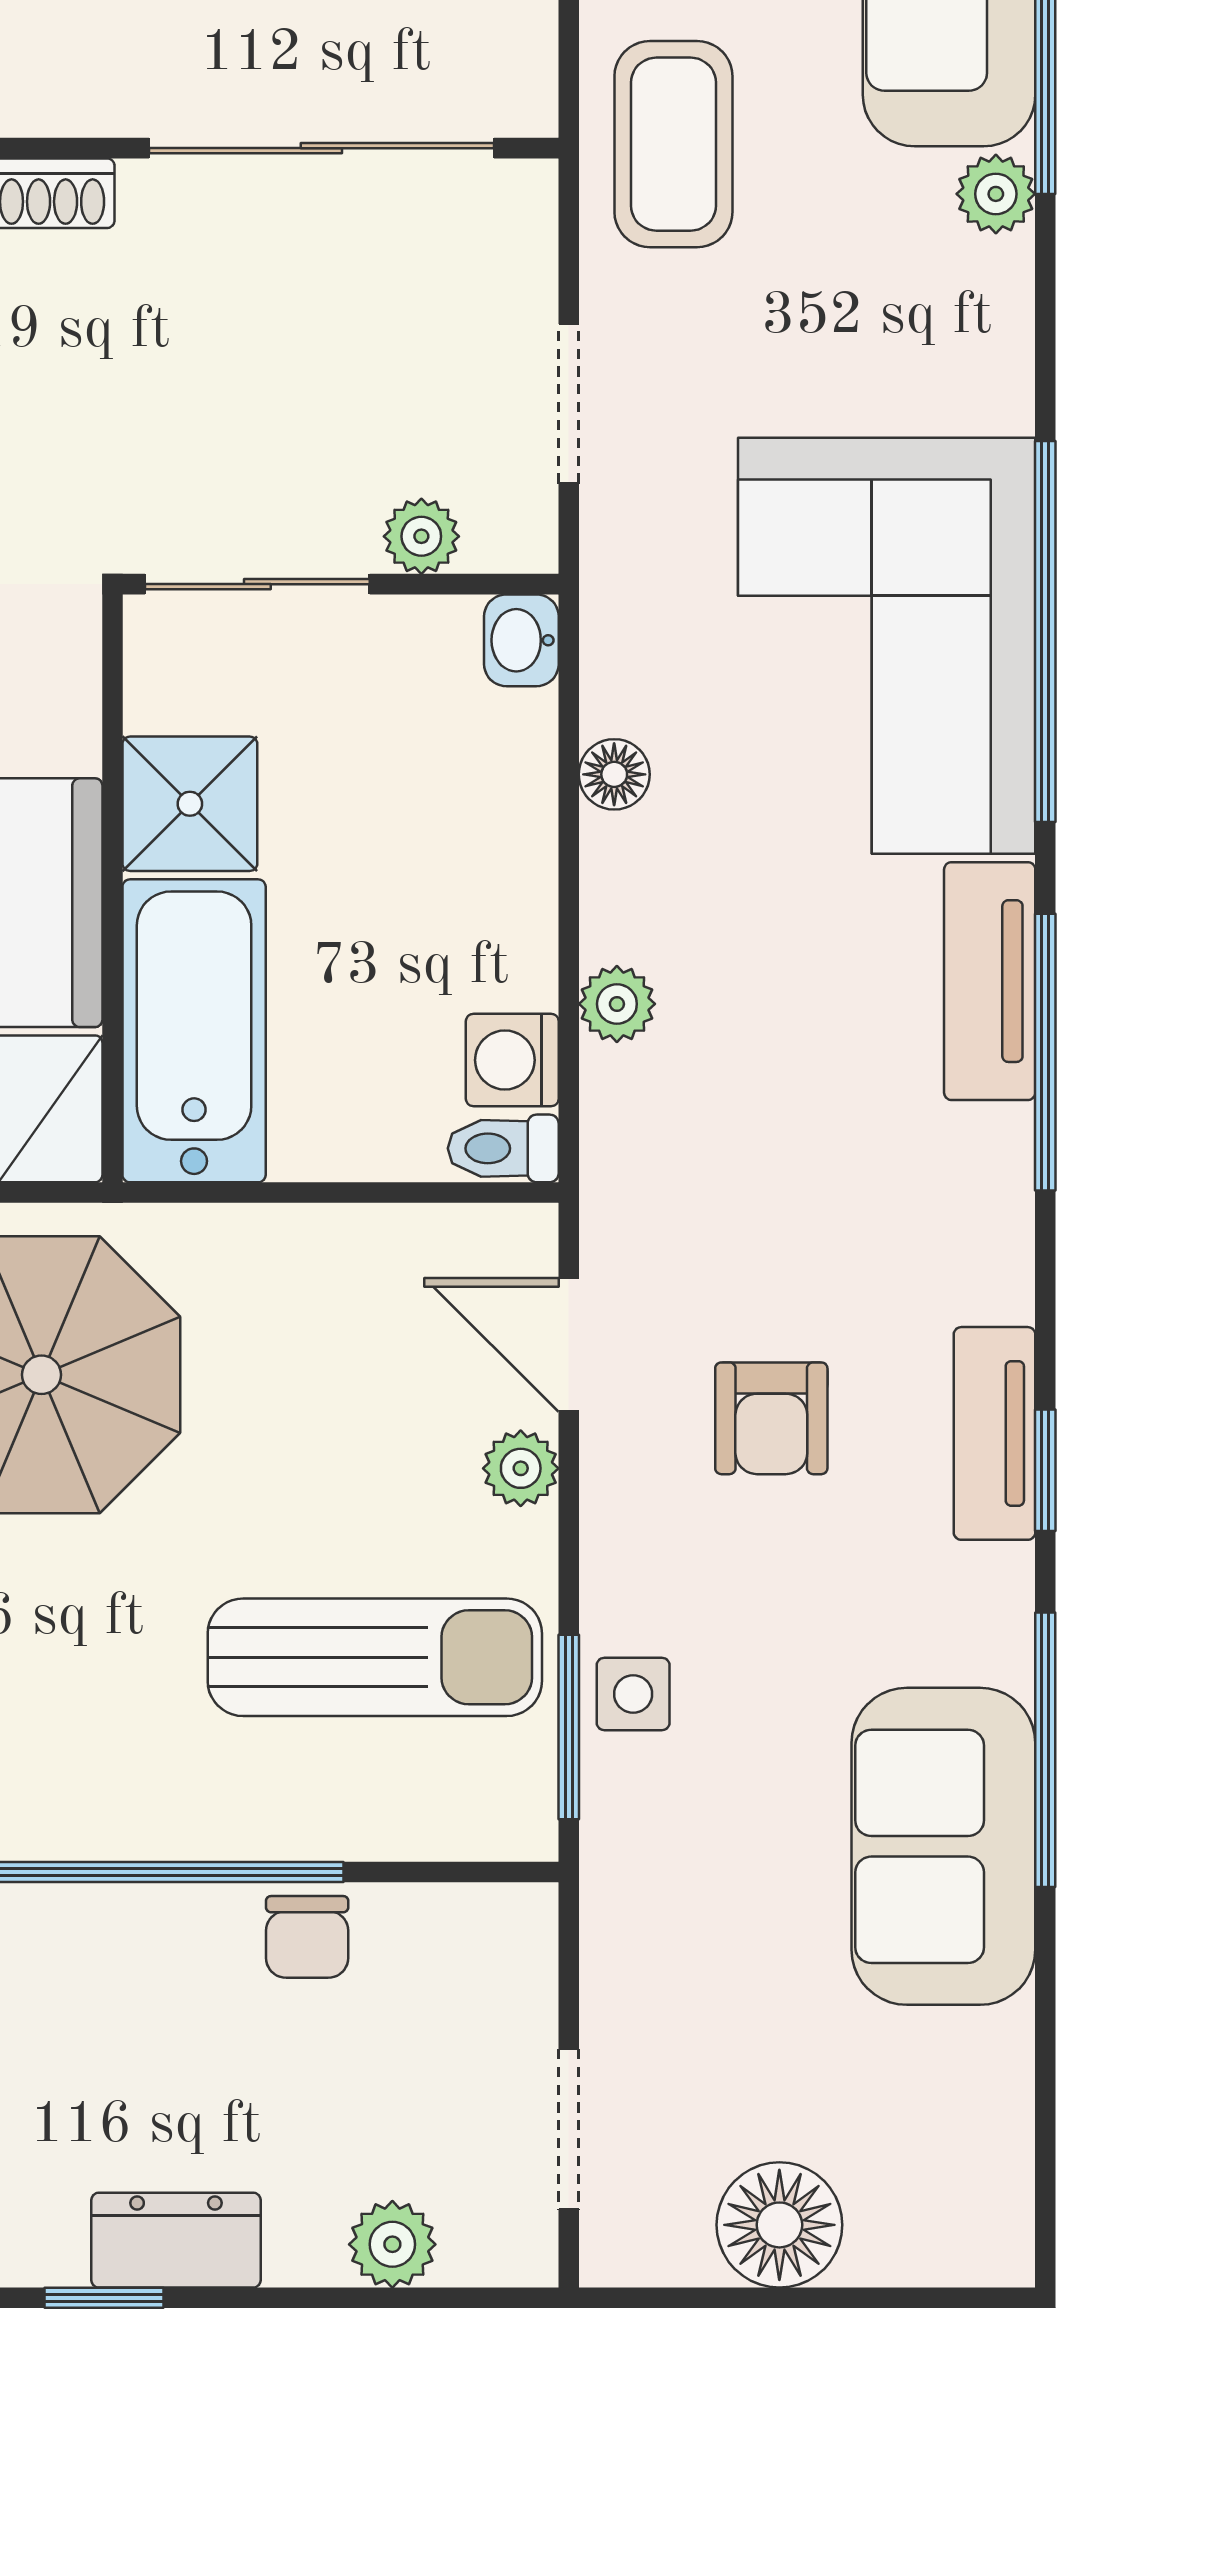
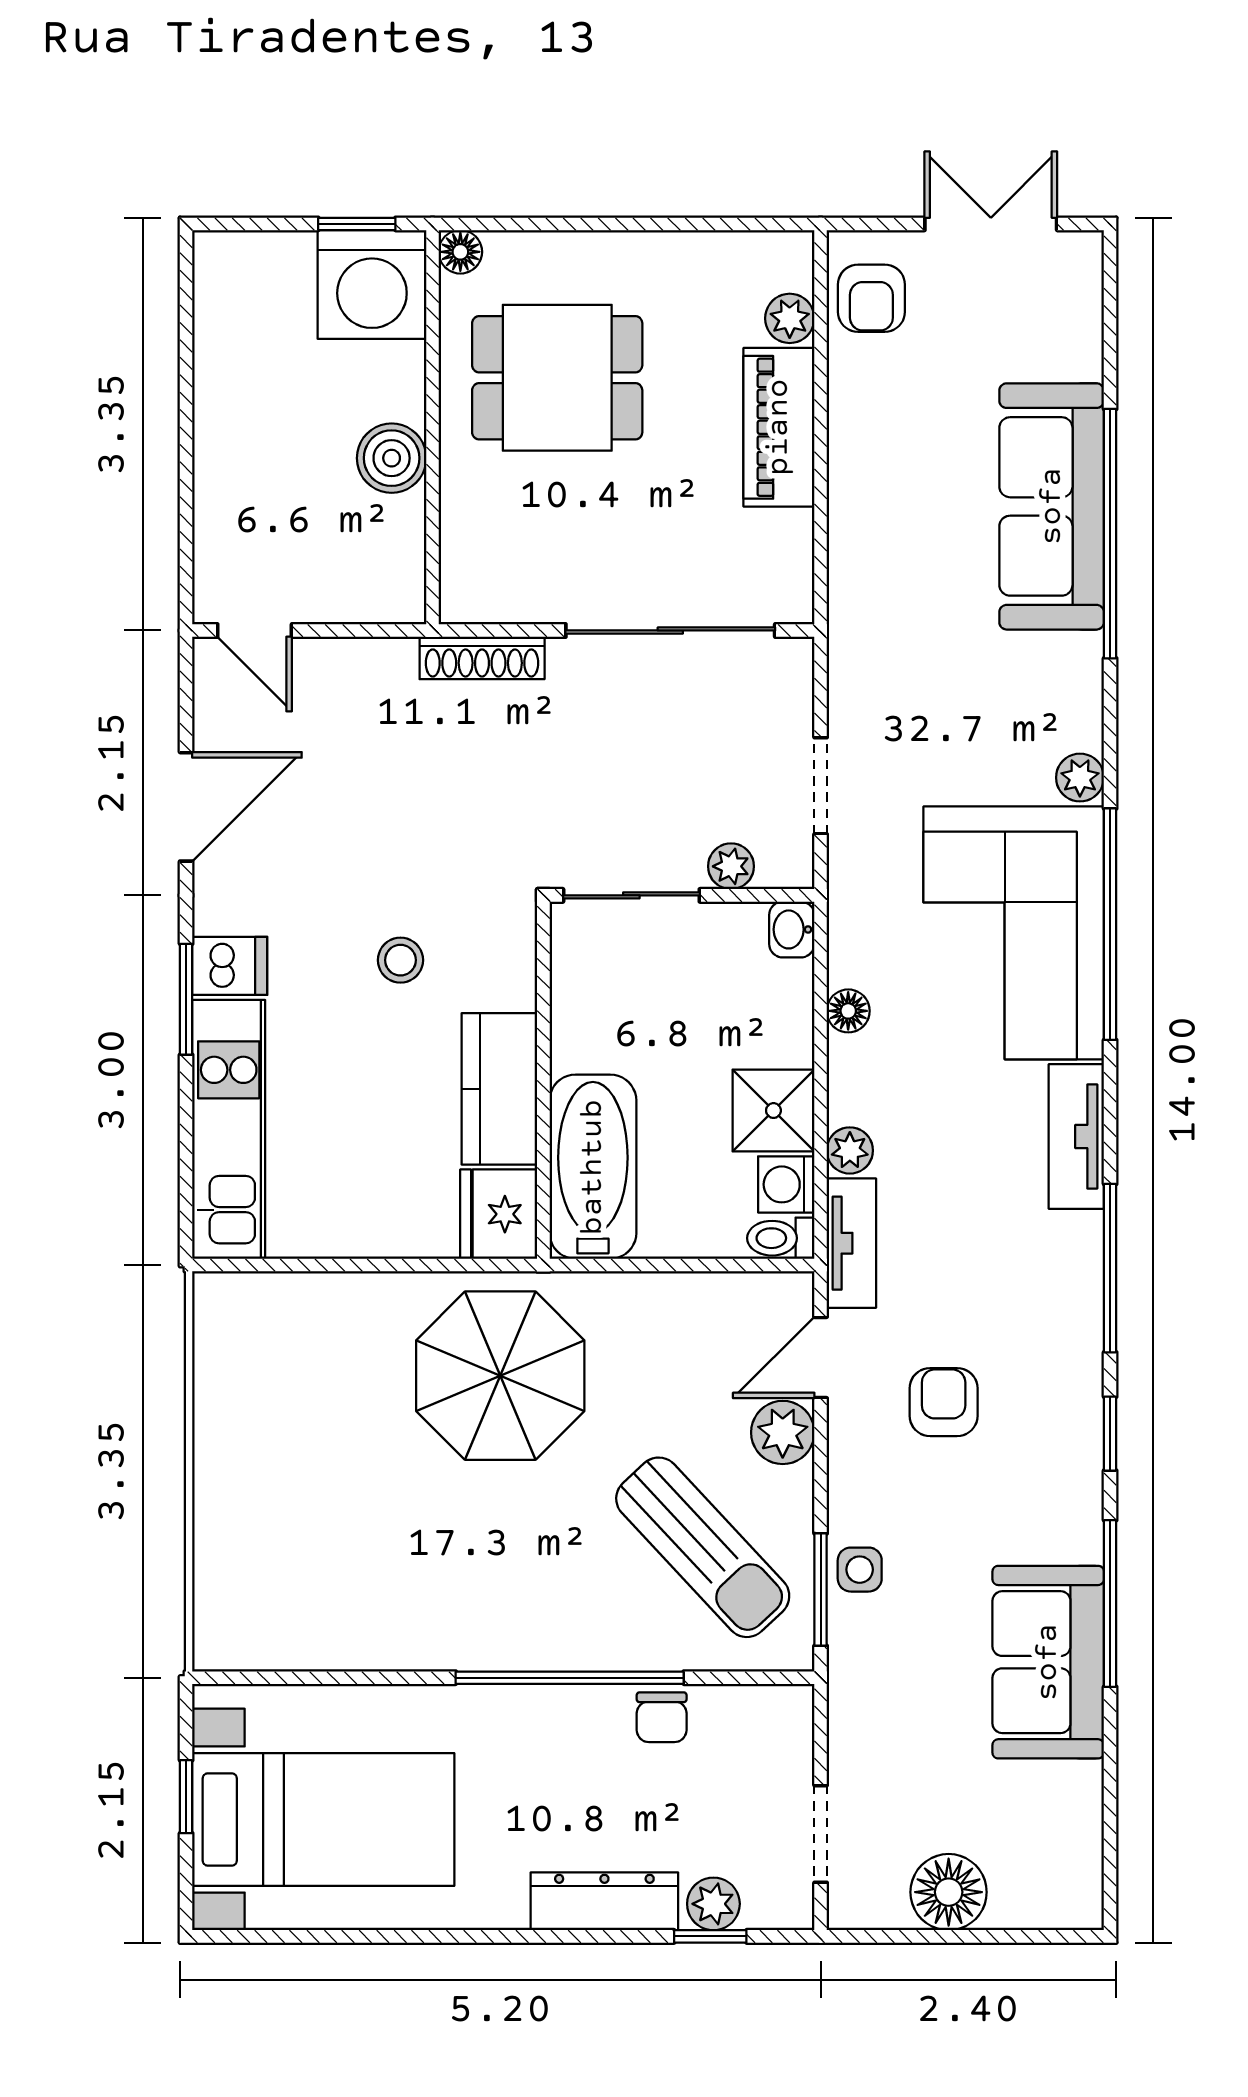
coffee table: (673, 144) -> (884, 628), removed
plant: (996, 194) -> (1080, 778), moved
shower: (190, 804) -> (773, 1111), moved
window: (1045, 1052) -> (1110, 1268), moved
door: (569, 1345) -> (821, 1358), hinge flipped
armchair: (771, 1418) -> (944, 1402), turned 180
tv unit: (995, 1433) -> (851, 1243), moved, turned 180
plant: (521, 1468) -> (783, 1432), width x1.38, depth x1.38
sun lounger: (375, 1657) -> (703, 1547), turned 47
dresser: (176, 2240) -> (604, 1901), width x1.44
window: (104, 2298) -> (710, 1936), moved

